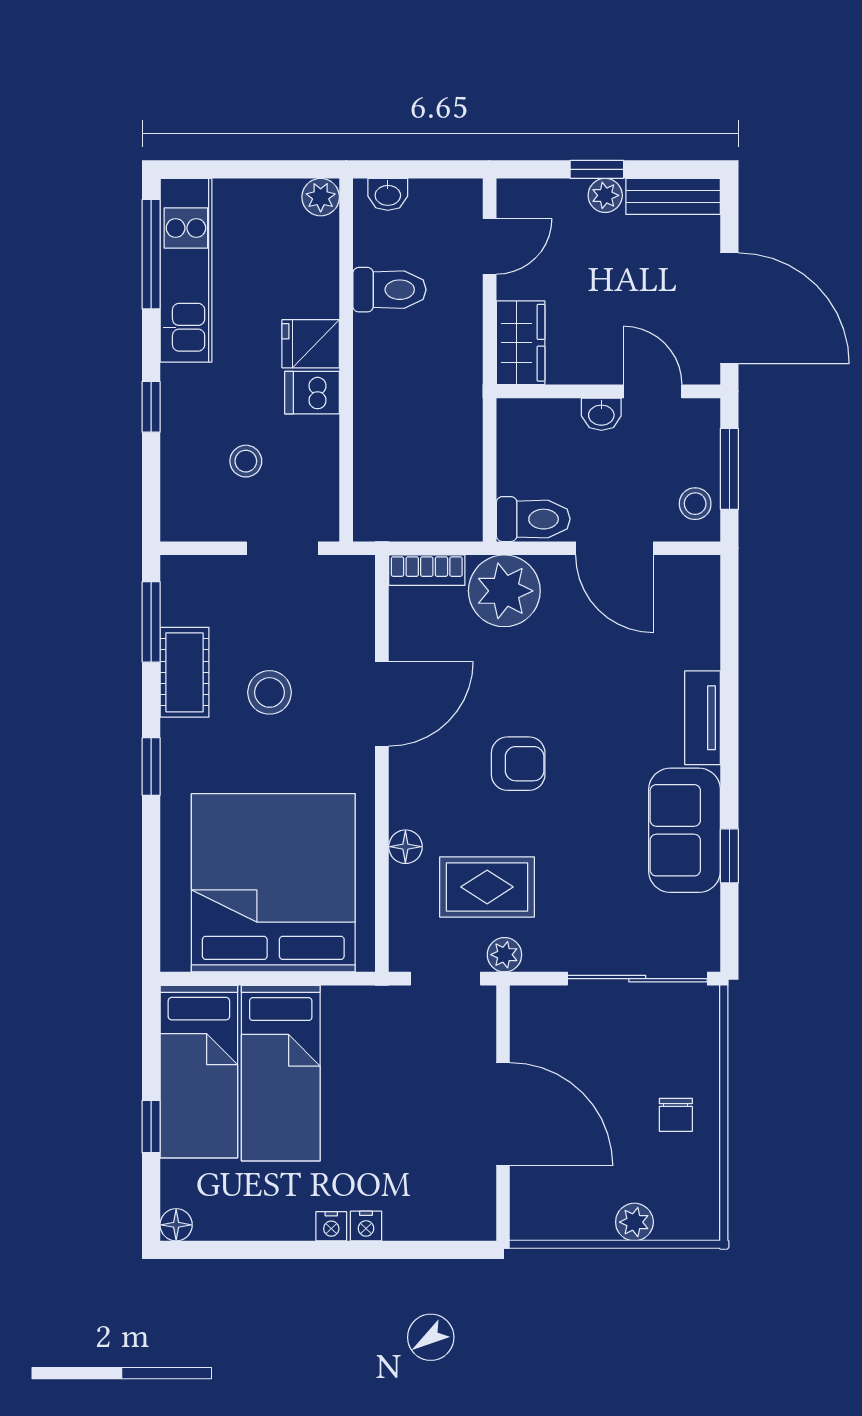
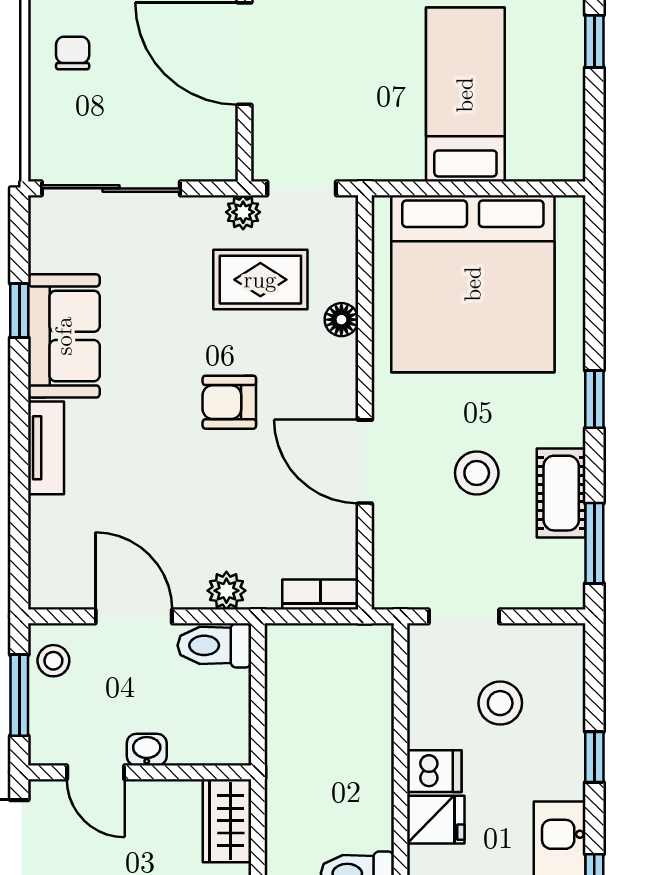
stool: (246, 461) -> (500, 703), width x1.37, depth x1.37
plant: (504, 591) -> (226, 591), width x0.53, depth x0.53
door: (382, 704) -> (365, 462), hinge flipped
bed: (199, 1072) -> (547, 96), removed

